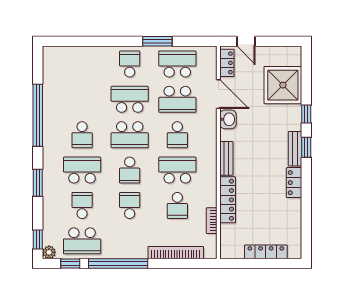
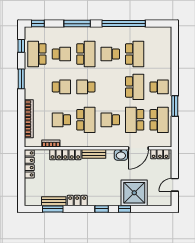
door: (246, 41) -> (175, 185), moved
shower: (283, 85) -> (134, 193), moved
school desk: (130, 135) -> (135, 54), moved, turned 180
bench: (295, 149) -> (54, 201), moved
window: (38, 183) -> (77, 24), width x1.44
window: (306, 218) -> (53, 209), added
plant: (49, 252) -> (29, 31), removed
locker: (266, 252) -> (29, 164), moved
window: (118, 264) -> (21, 79), width x0.47

